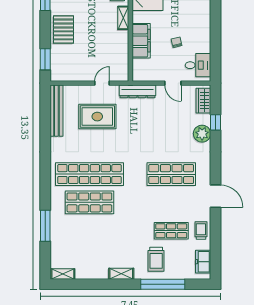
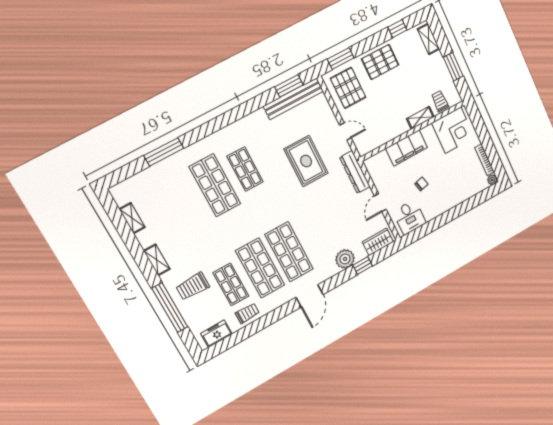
pallet: (70, 64) -> (348, 88), added
window: (45, 109) -> (289, 86), added
rug: (97, 117) -> (306, 161), moved
shop shelf: (89, 174) -> (245, 169), width x0.50, depth x0.74
door: (215, 196) -> (310, 296), moved
shop shelf: (171, 202) -> (260, 268), added
shelving: (63, 274) -> (132, 218), moved

